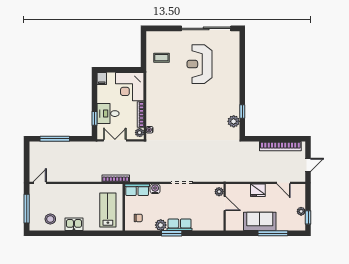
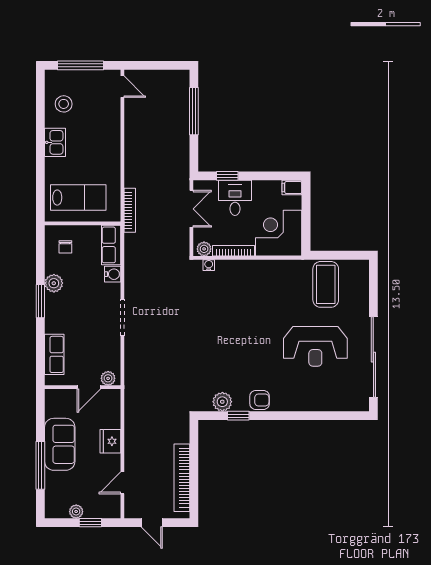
coffee table: (161, 58) -> (326, 284), width x1.86, depth x1.72
reception desk: (199, 64) -> (315, 346), turned 180
armchair: (233, 98) -> (260, 400), added
window: (308, 217) -> (90, 523), moved
row of seats: (180, 225) -> (54, 354), moved

